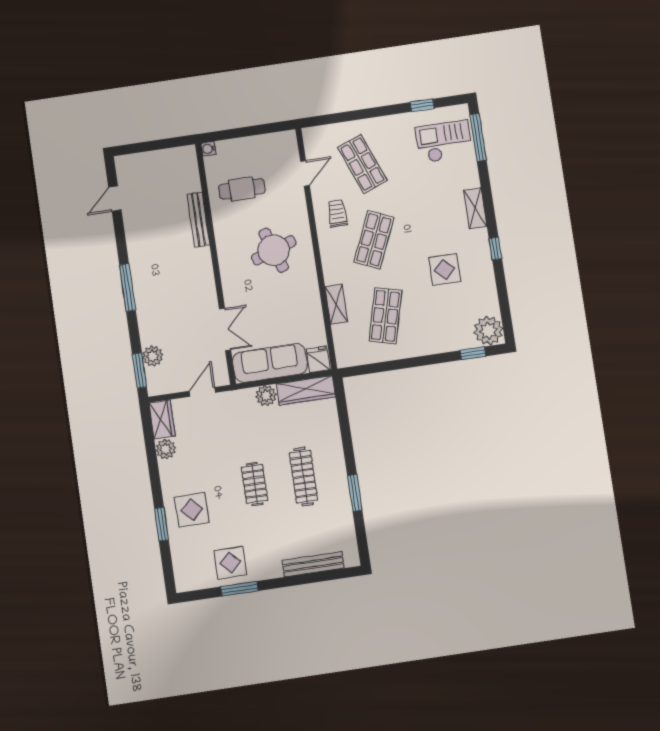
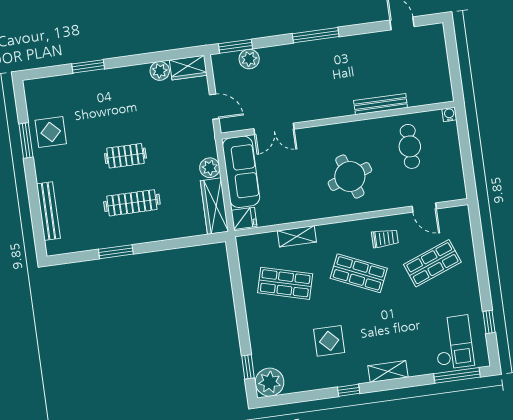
display table: (192, 510) -> (101, 95), removed

